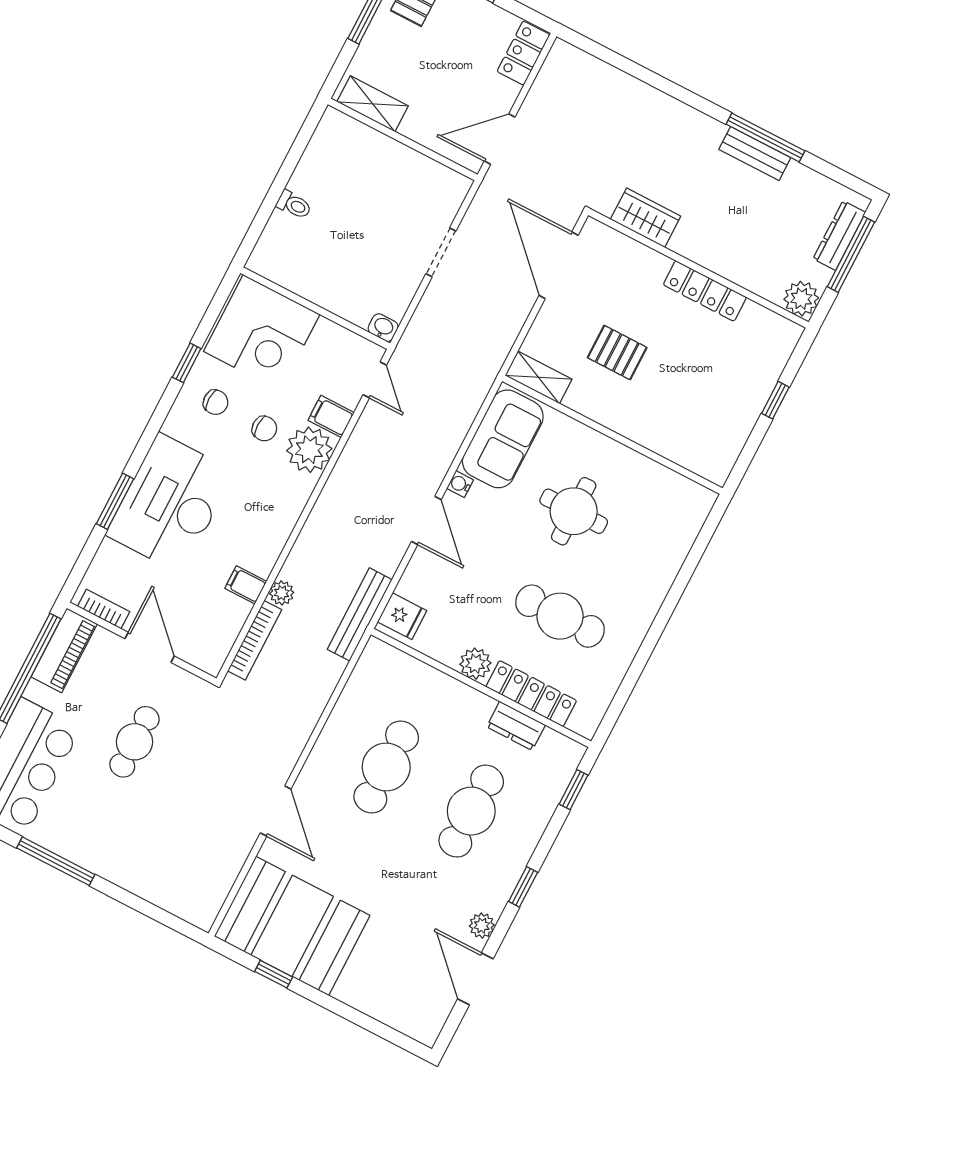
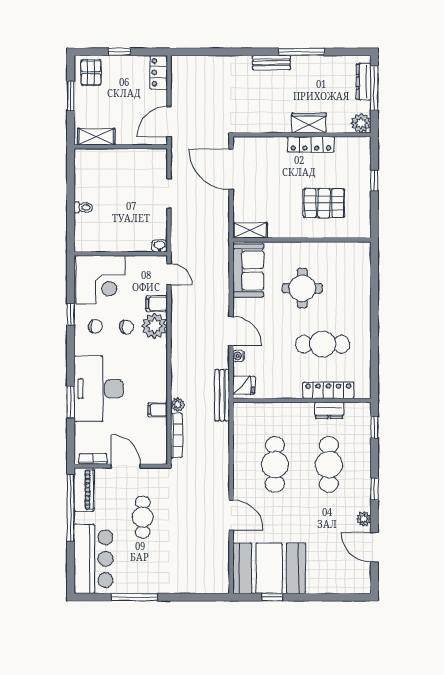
bench: (755, 154) -> (271, 63), moved
wardrobe: (646, 218) -> (309, 123), moved
pallet: (617, 353) -> (324, 203), moved, width x1.50, depth x1.42
water cooler: (460, 484) -> (239, 356), moved
plant: (475, 664) -> (293, 390), removed

